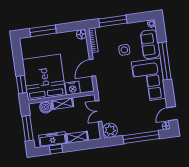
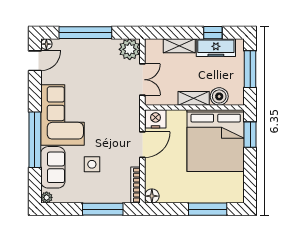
nightstand: (73, 88) -> (156, 119), moved

